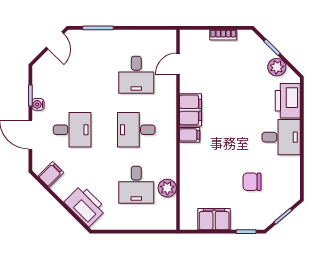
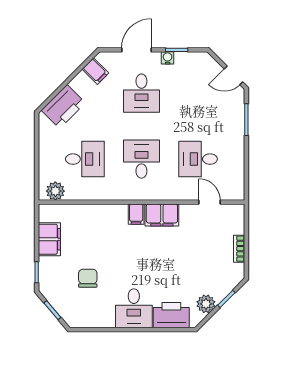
desk: (136, 185) -> (85, 159), turned 180
plant: (167, 188) -> (55, 191), moved

